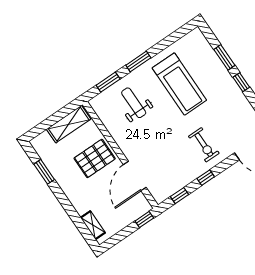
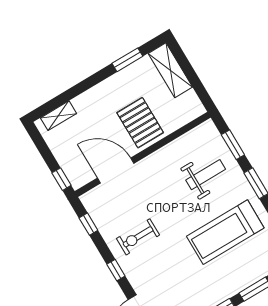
shelving: (69, 124) -> (170, 70), moved
exercise bike: (204, 145) -> (138, 237), moved
window: (206, 178) -> (116, 270), moved

